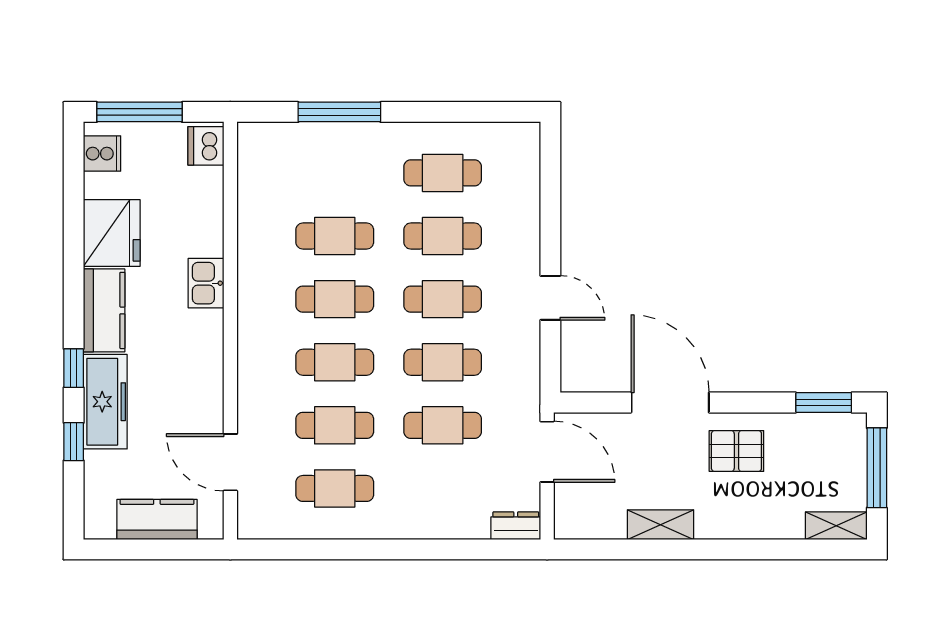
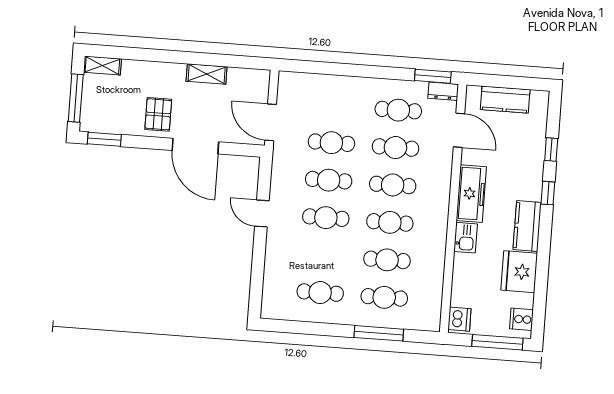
cafe table: (443, 236) -> (384, 297), moved
freezer: (105, 402) -> (471, 194), moved, turned 180
pallet: (736, 451) -> (158, 114), turned 90
dresser: (516, 526) -> (443, 91), moved
window: (281, 549) -> (433, 76), added

